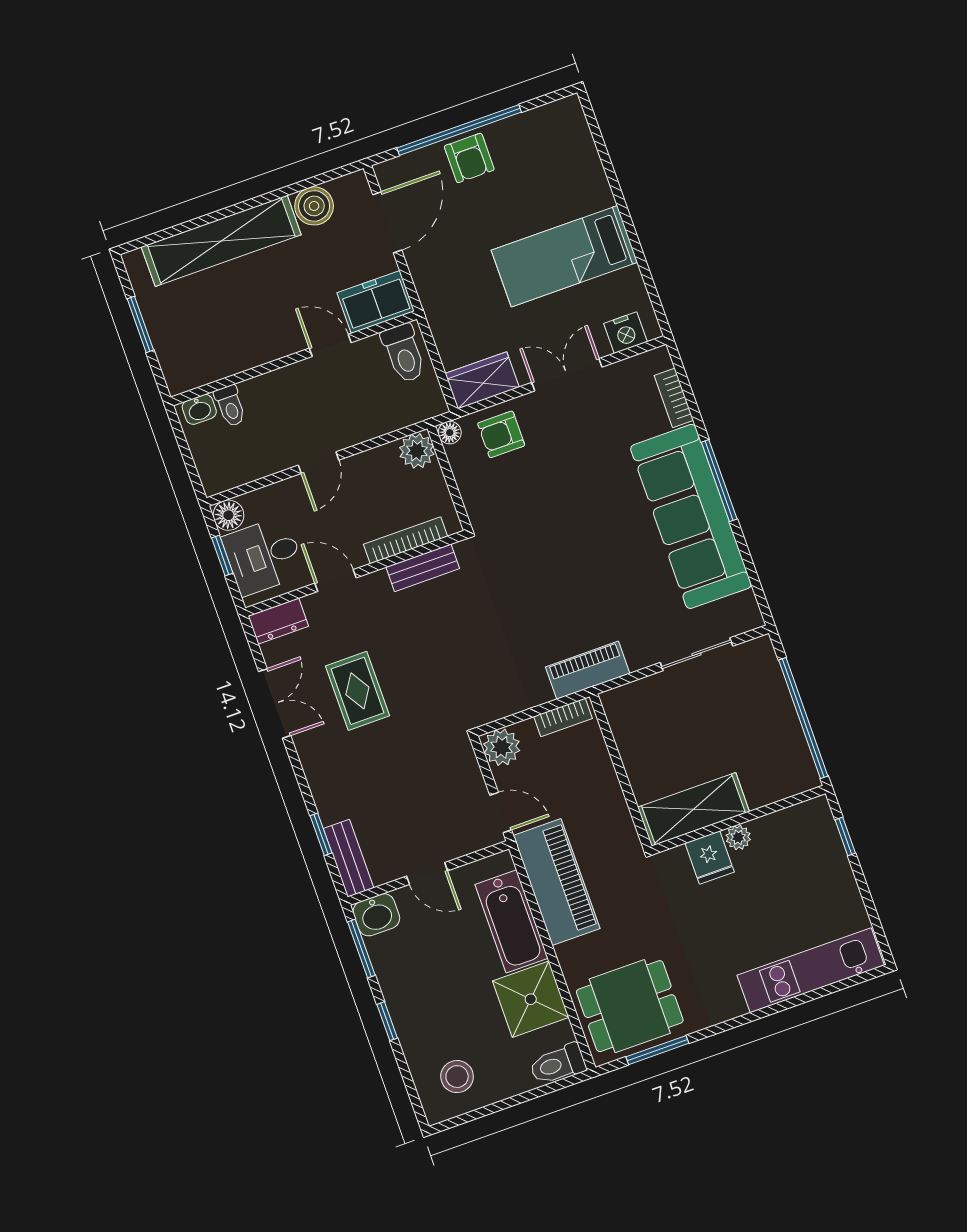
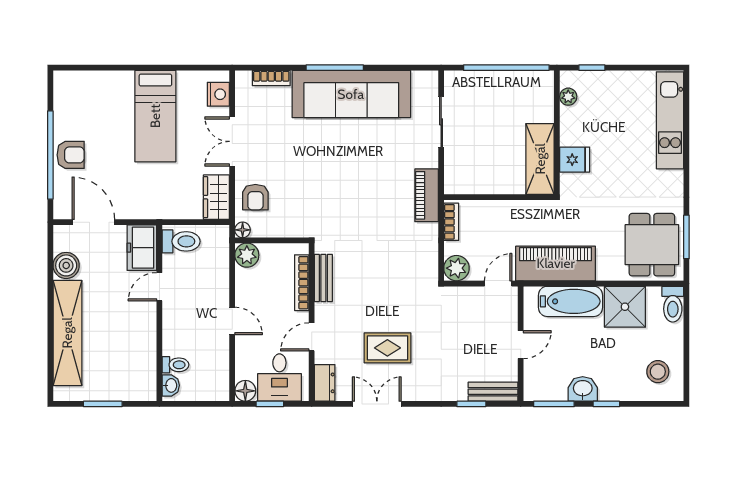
plant: (738, 837) -> (568, 97), moved
washbasin: (376, 915) -> (583, 389), moved, turned -90

